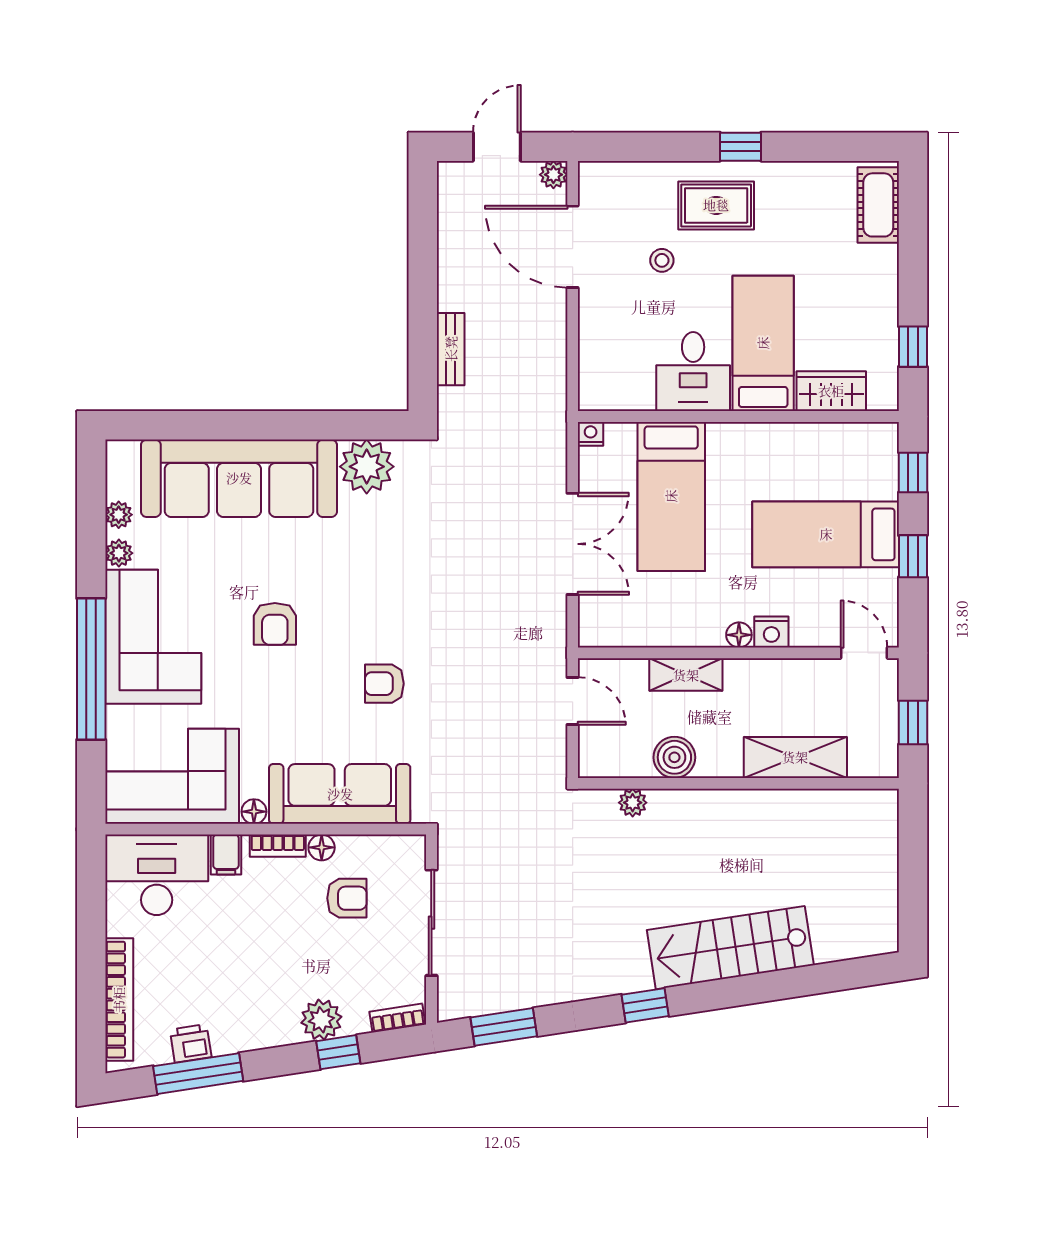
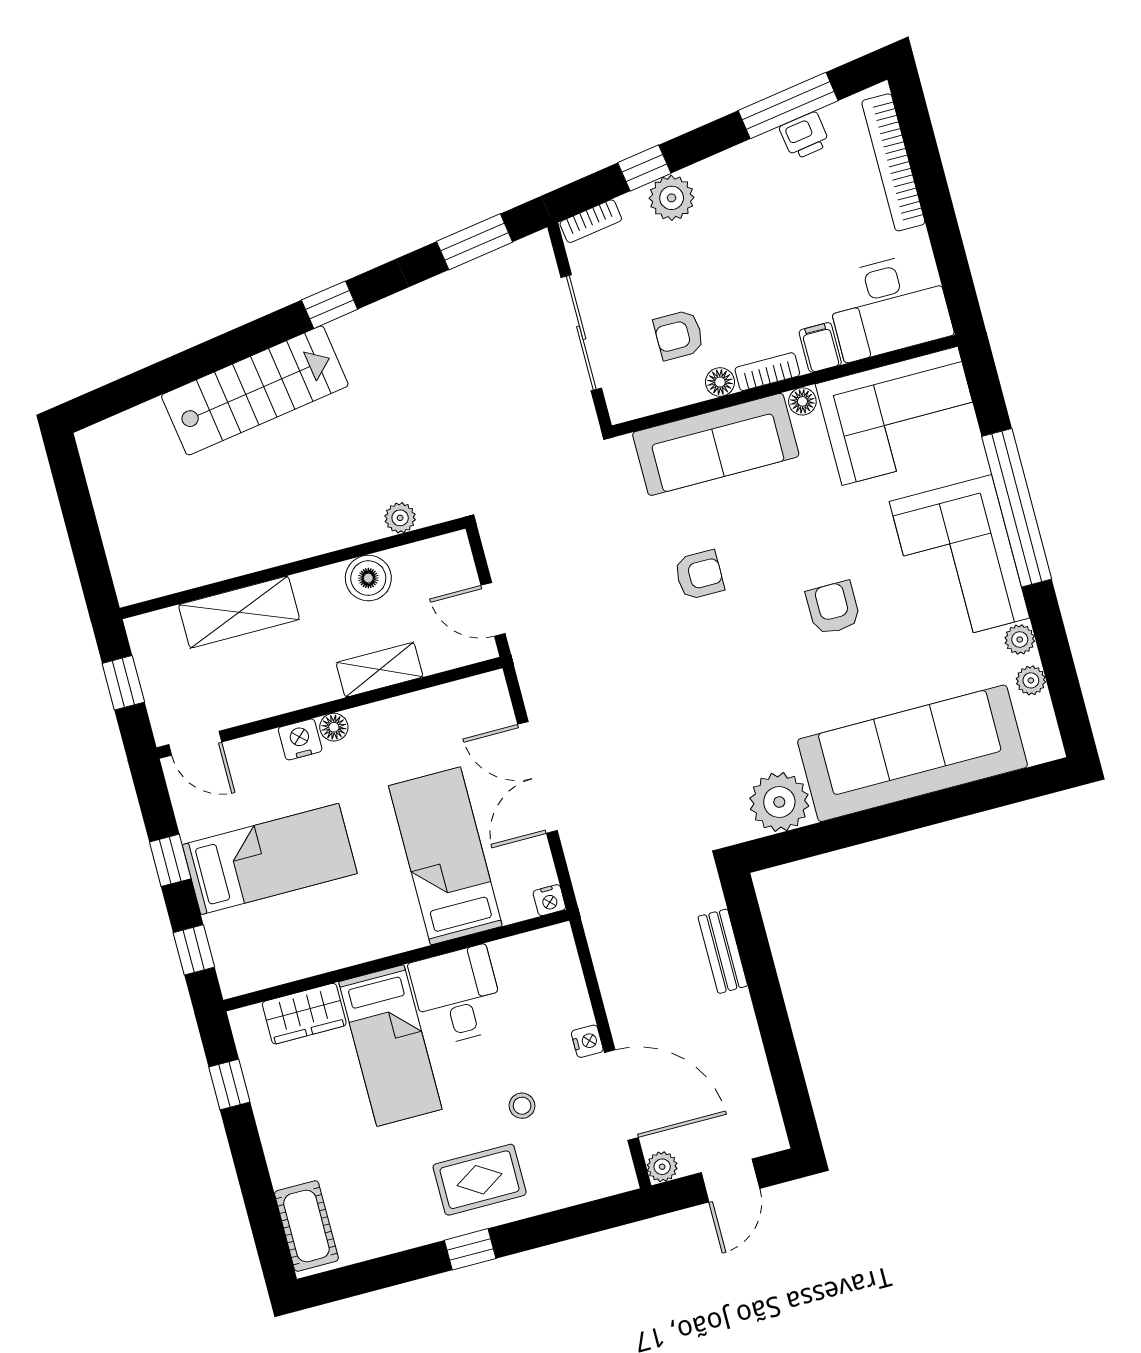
nightstand: (590, 302) -> (587, 1041), added

